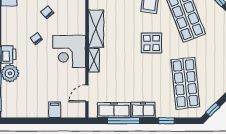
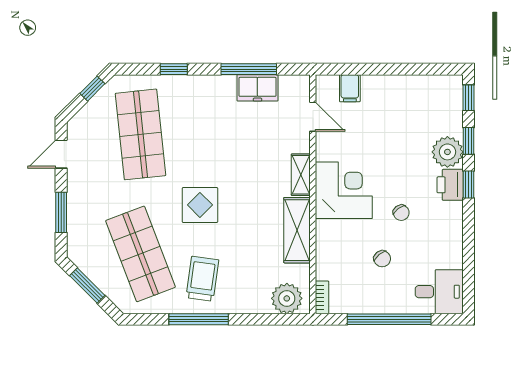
door: (87, 93) -> (313, 117), hinge flipped
filing cabinet: (55, 110) -> (350, 88), moved
freezer: (114, 110) -> (257, 88), width x0.71
freezer: (143, 110) -> (215, 88), removed

